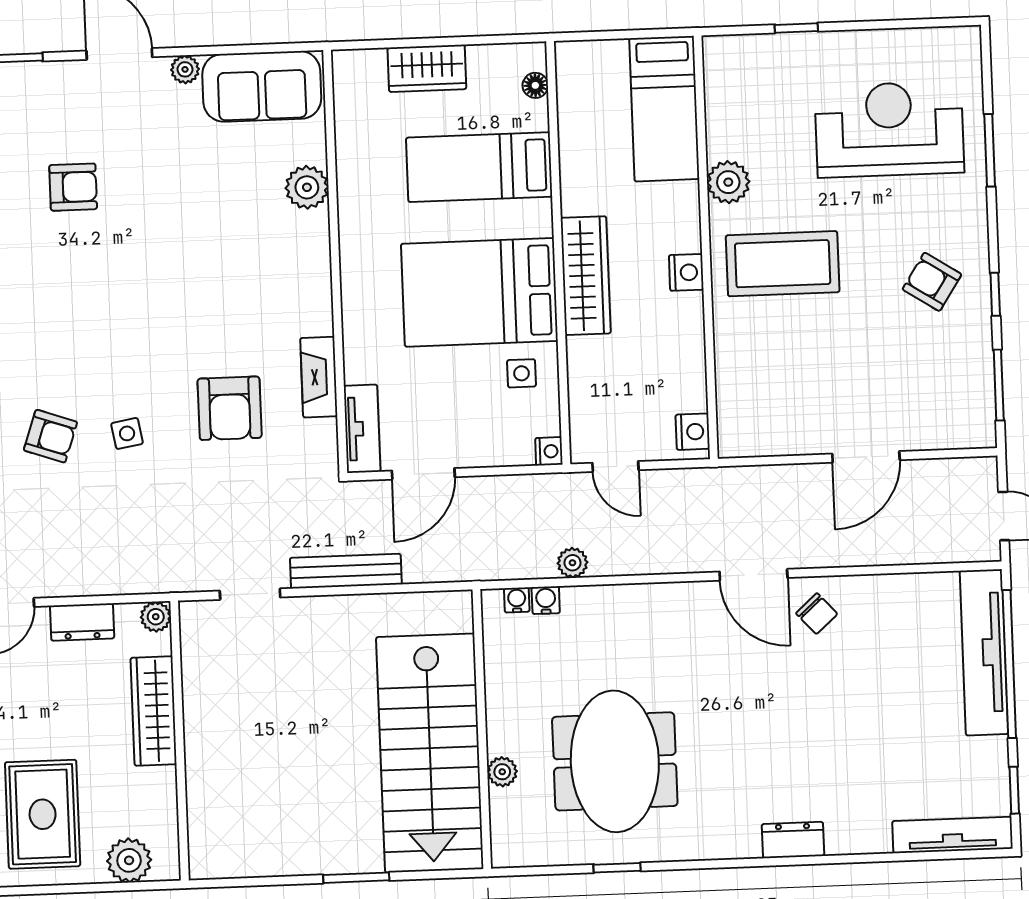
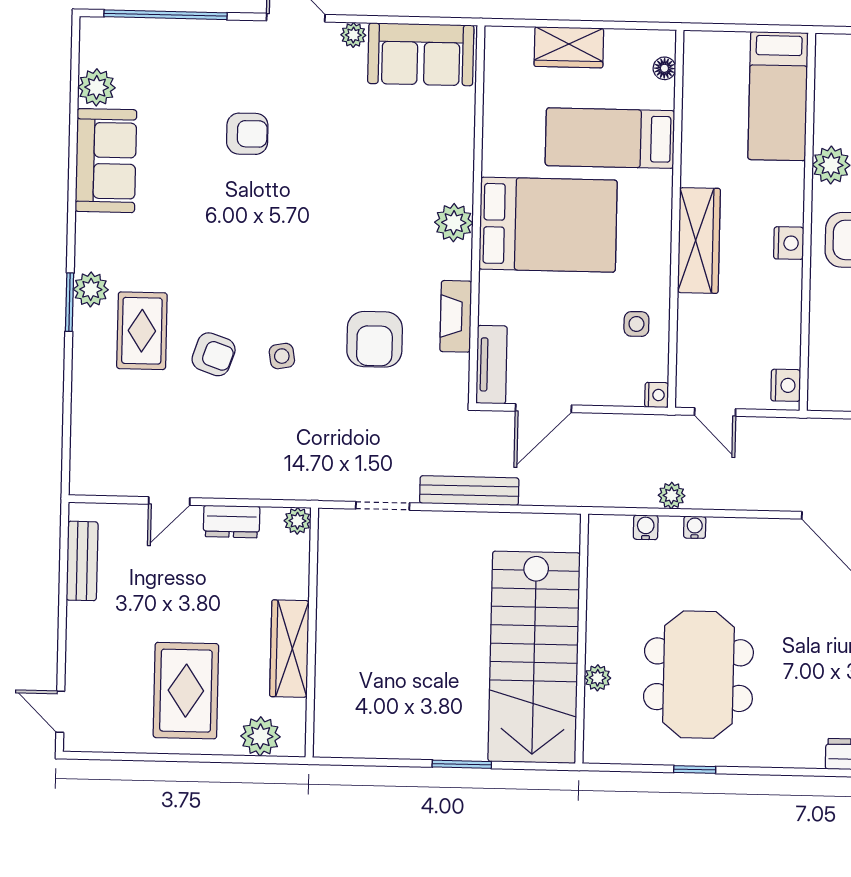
plant: (307, 187) -> (454, 223), moved
bed: (479, 292) -> (548, 225), moved, turned 180
water cooler: (517, 600) -> (695, 527), moved
wardrobe: (154, 711) -> (289, 649), moved

